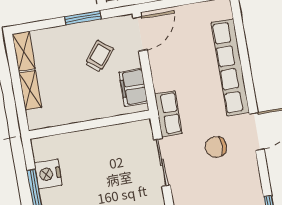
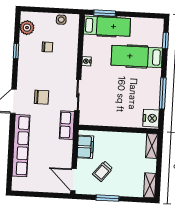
door: (140, 34) -> (73, 180), hinge flipped
shelving: (30, 90) -> (152, 146), moved
nightstand: (48, 174) -> (151, 118), moved

